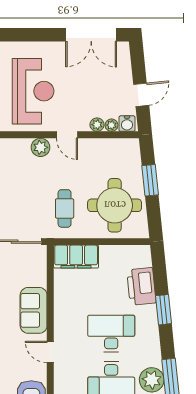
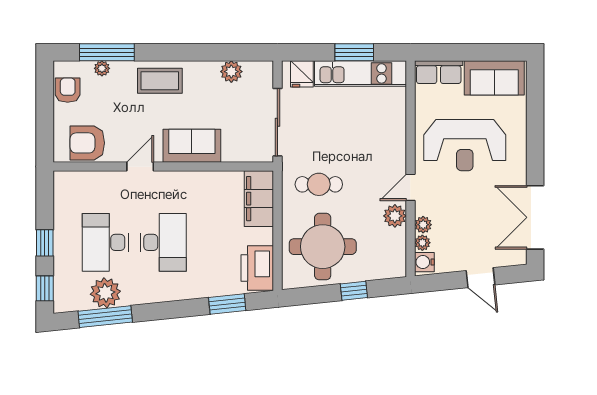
door: (141, 95) -> (480, 278), moved
plant: (40, 147) -> (395, 216), moved
window: (150, 180) -> (354, 291), width x0.67
printer: (141, 286) -> (257, 268), moved, turned -84
window: (164, 310) -> (227, 304), moved

